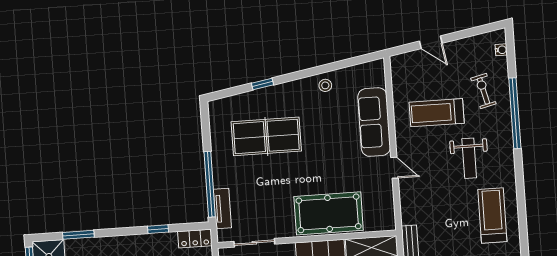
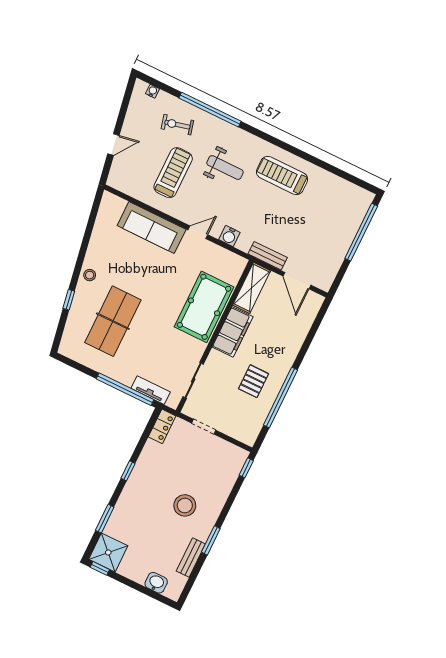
stool: (325, 85) -> (90, 275), moved
treadmill: (437, 113) -> (173, 173), turned 180
water cooler: (408, 199) -> (229, 236), added
window: (158, 229) -> (128, 471), moved

